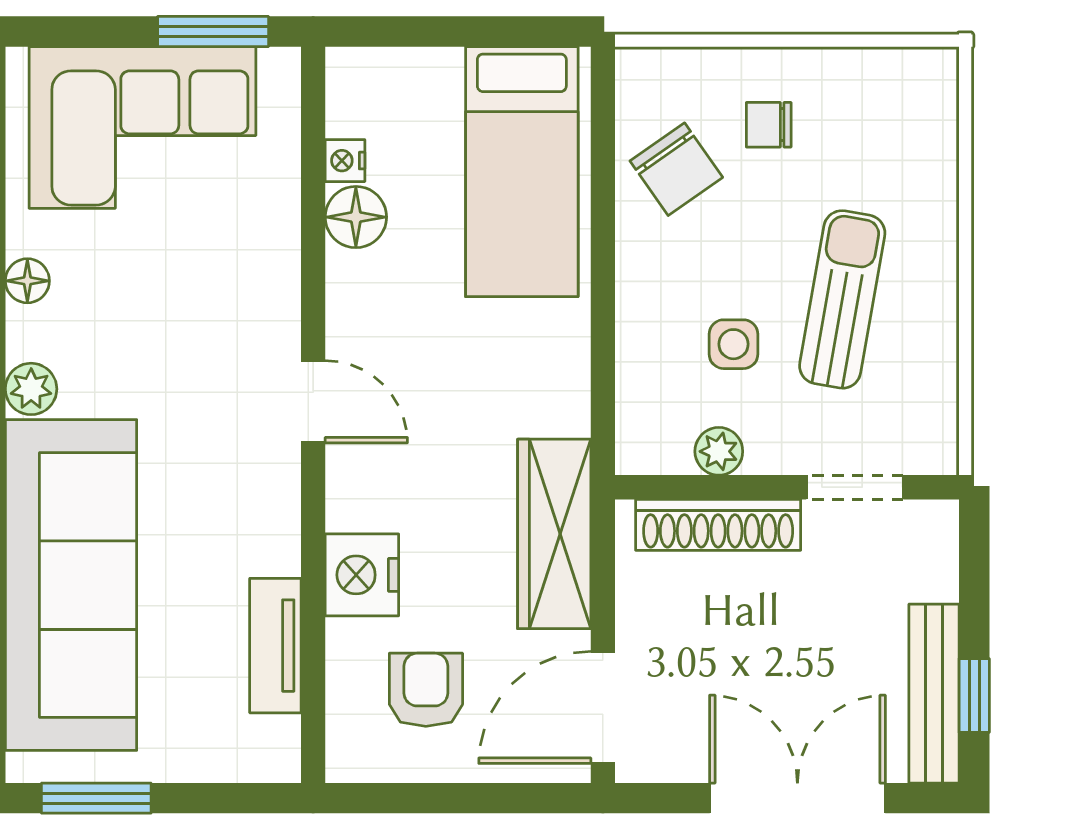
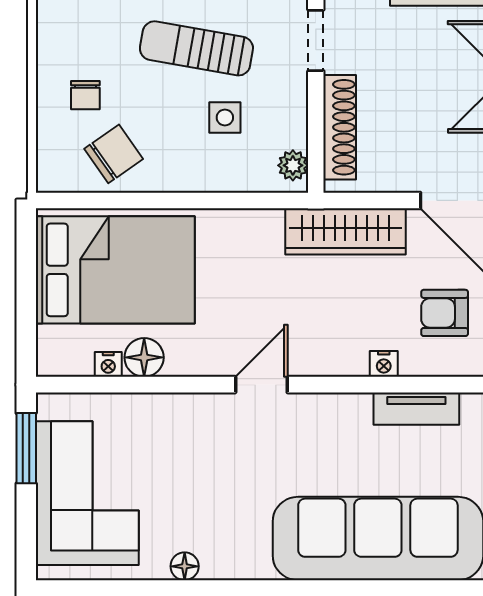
bed: (522, 172) -> (115, 270), width x1.50
plant: (31, 389) -> (253, 564), removed
plant: (719, 451) -> (293, 165), moved
nightstand: (362, 575) -> (384, 364), width x0.53, depth x0.56

